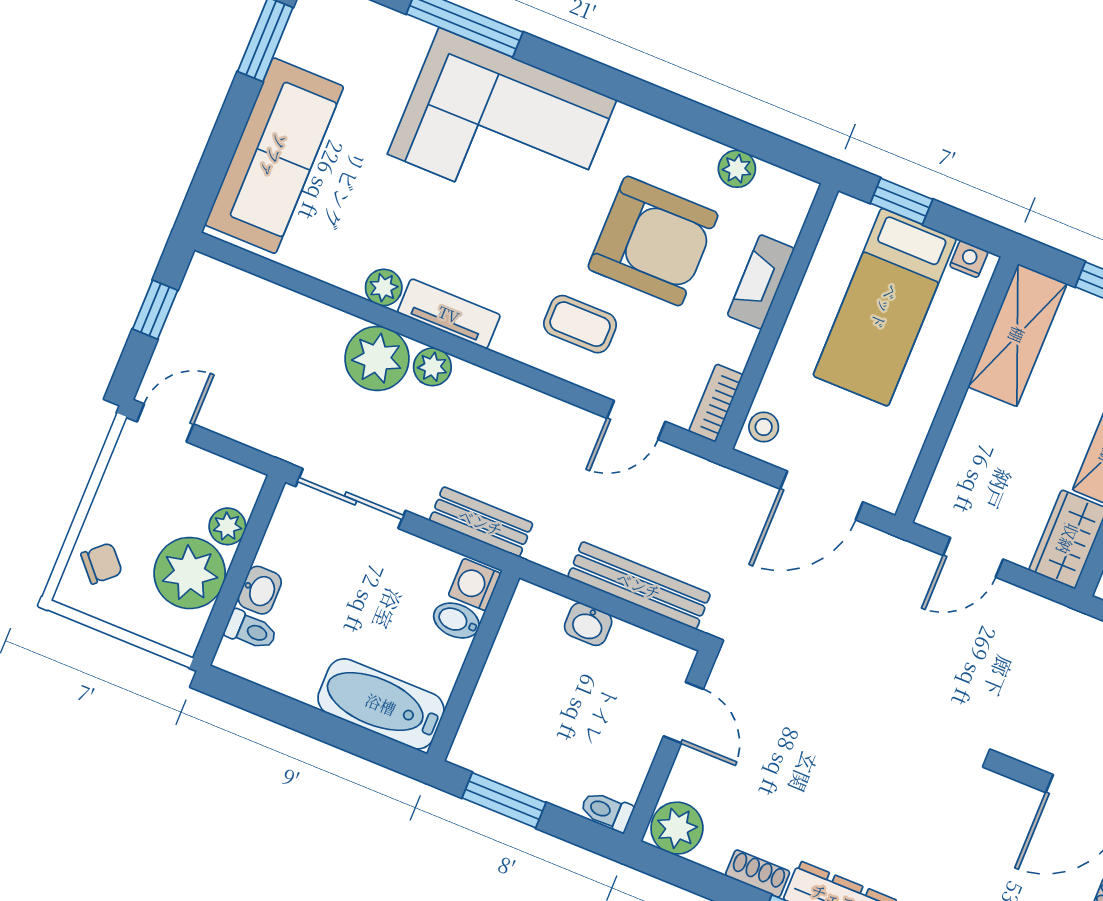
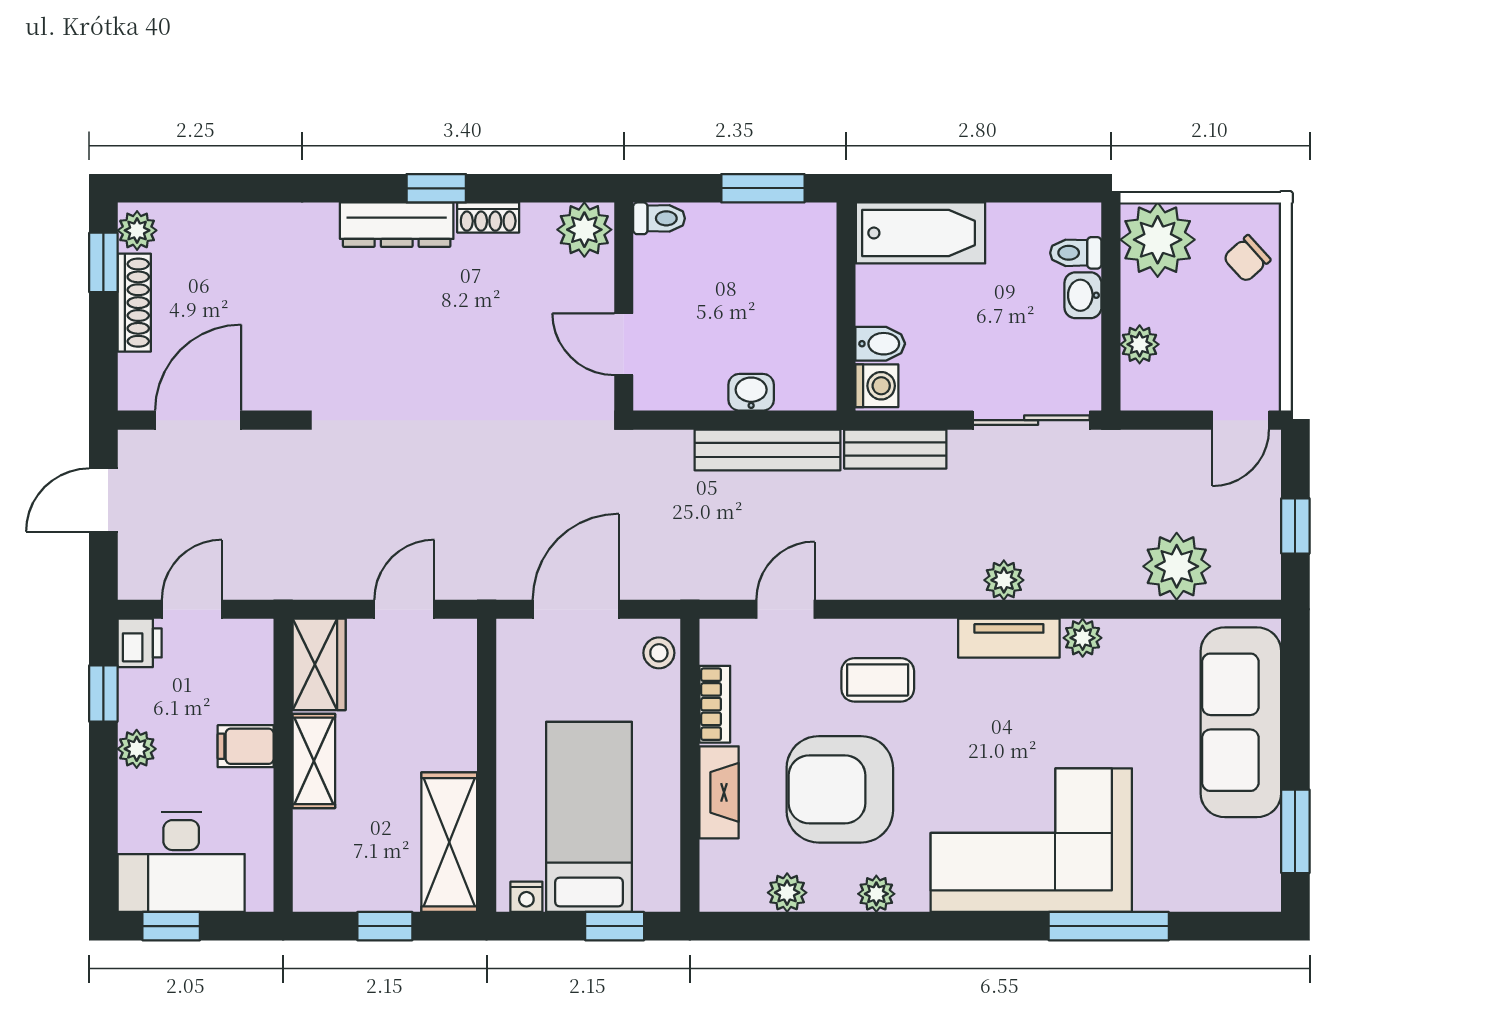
plant: (658, 136) -> (876, 894), added
plant: (377, 358) -> (1177, 566), moved
bookcase: (716, 403) -> (715, 704), moved
plant: (190, 573) -> (1158, 240), moved
bench: (639, 585) -> (767, 450), moved

